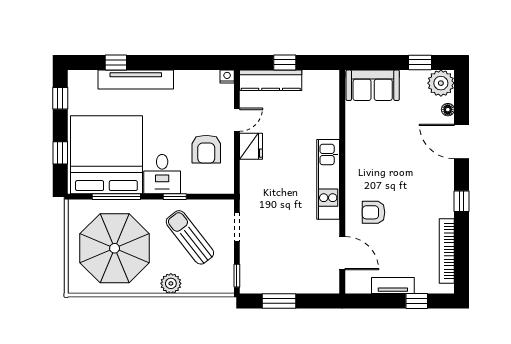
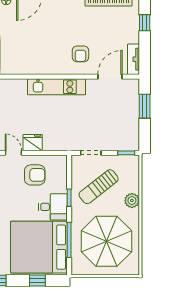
tv unit: (393, 286) -> (133, 59), moved
window: (279, 301) -> (145, 106), moved

